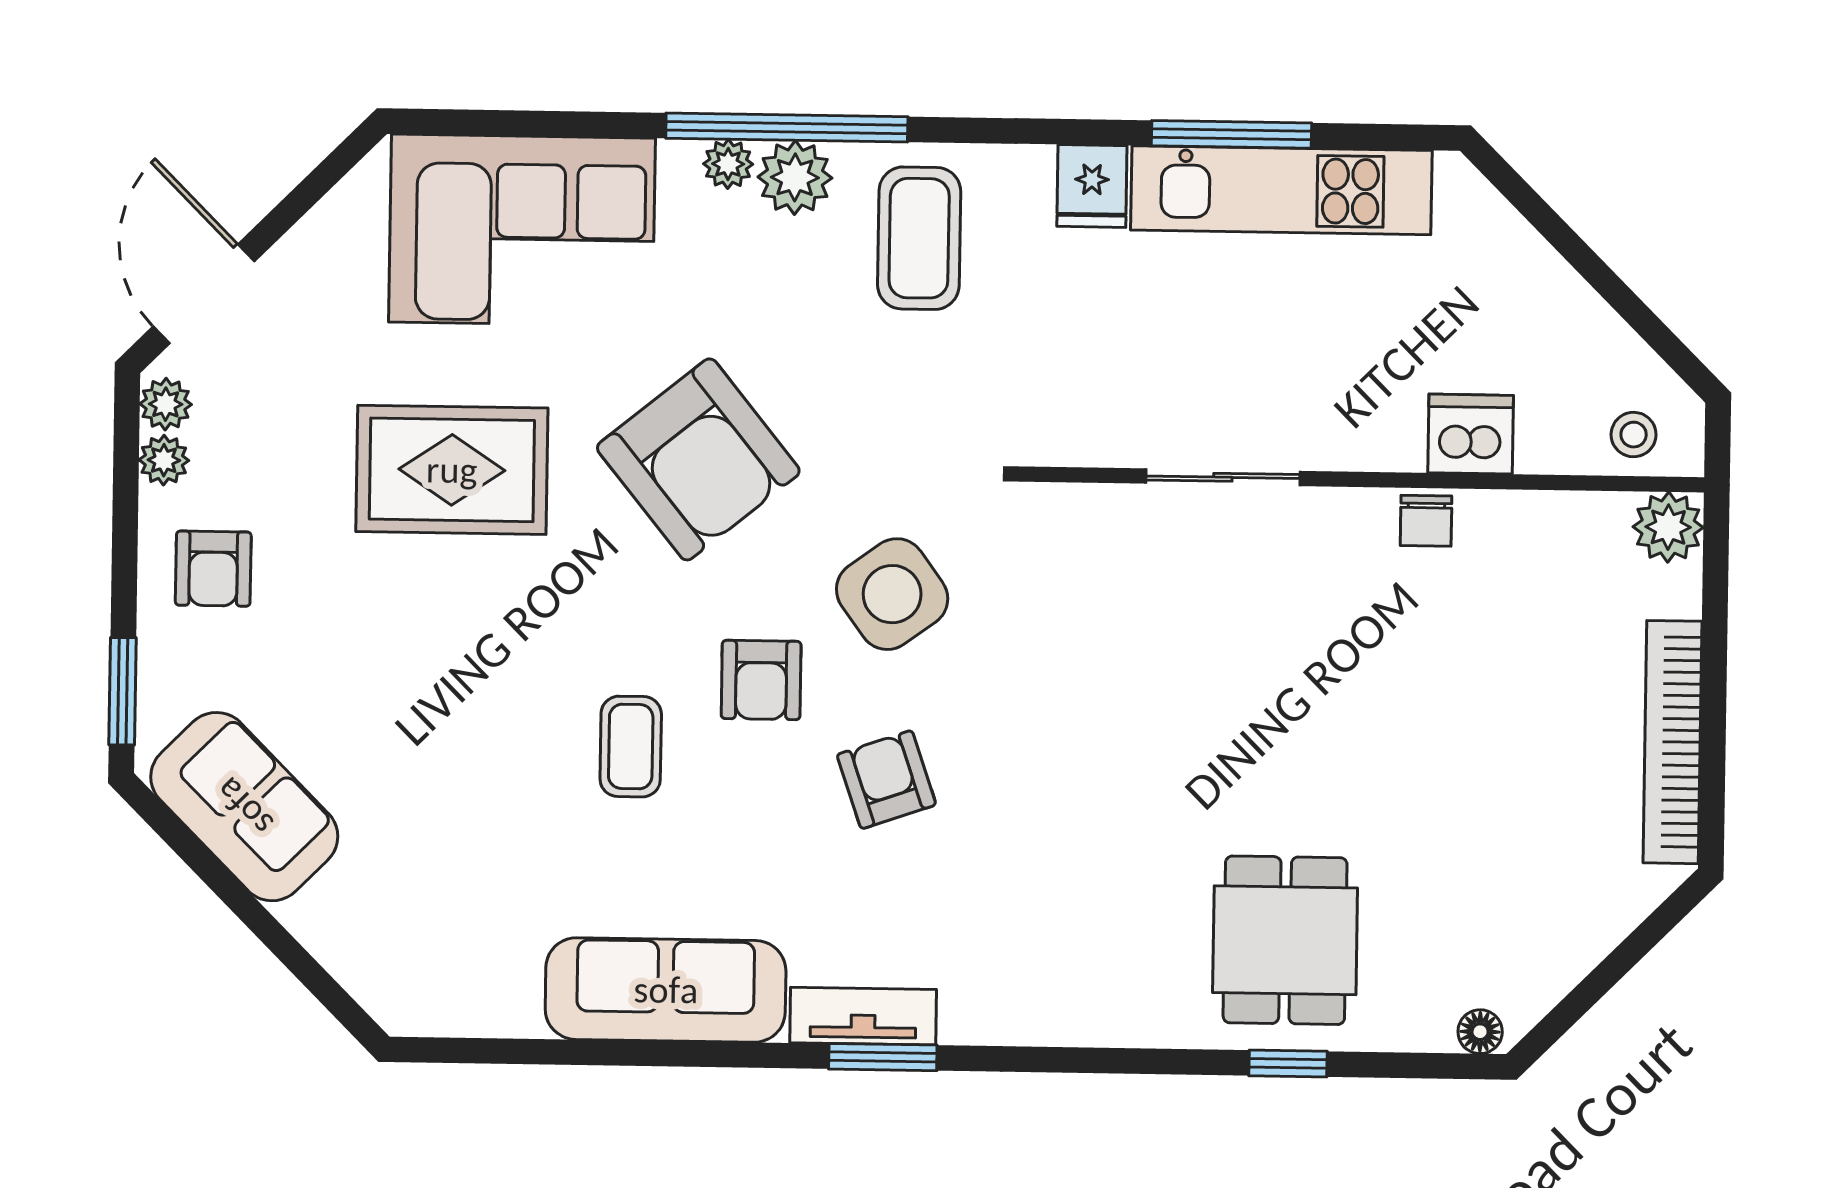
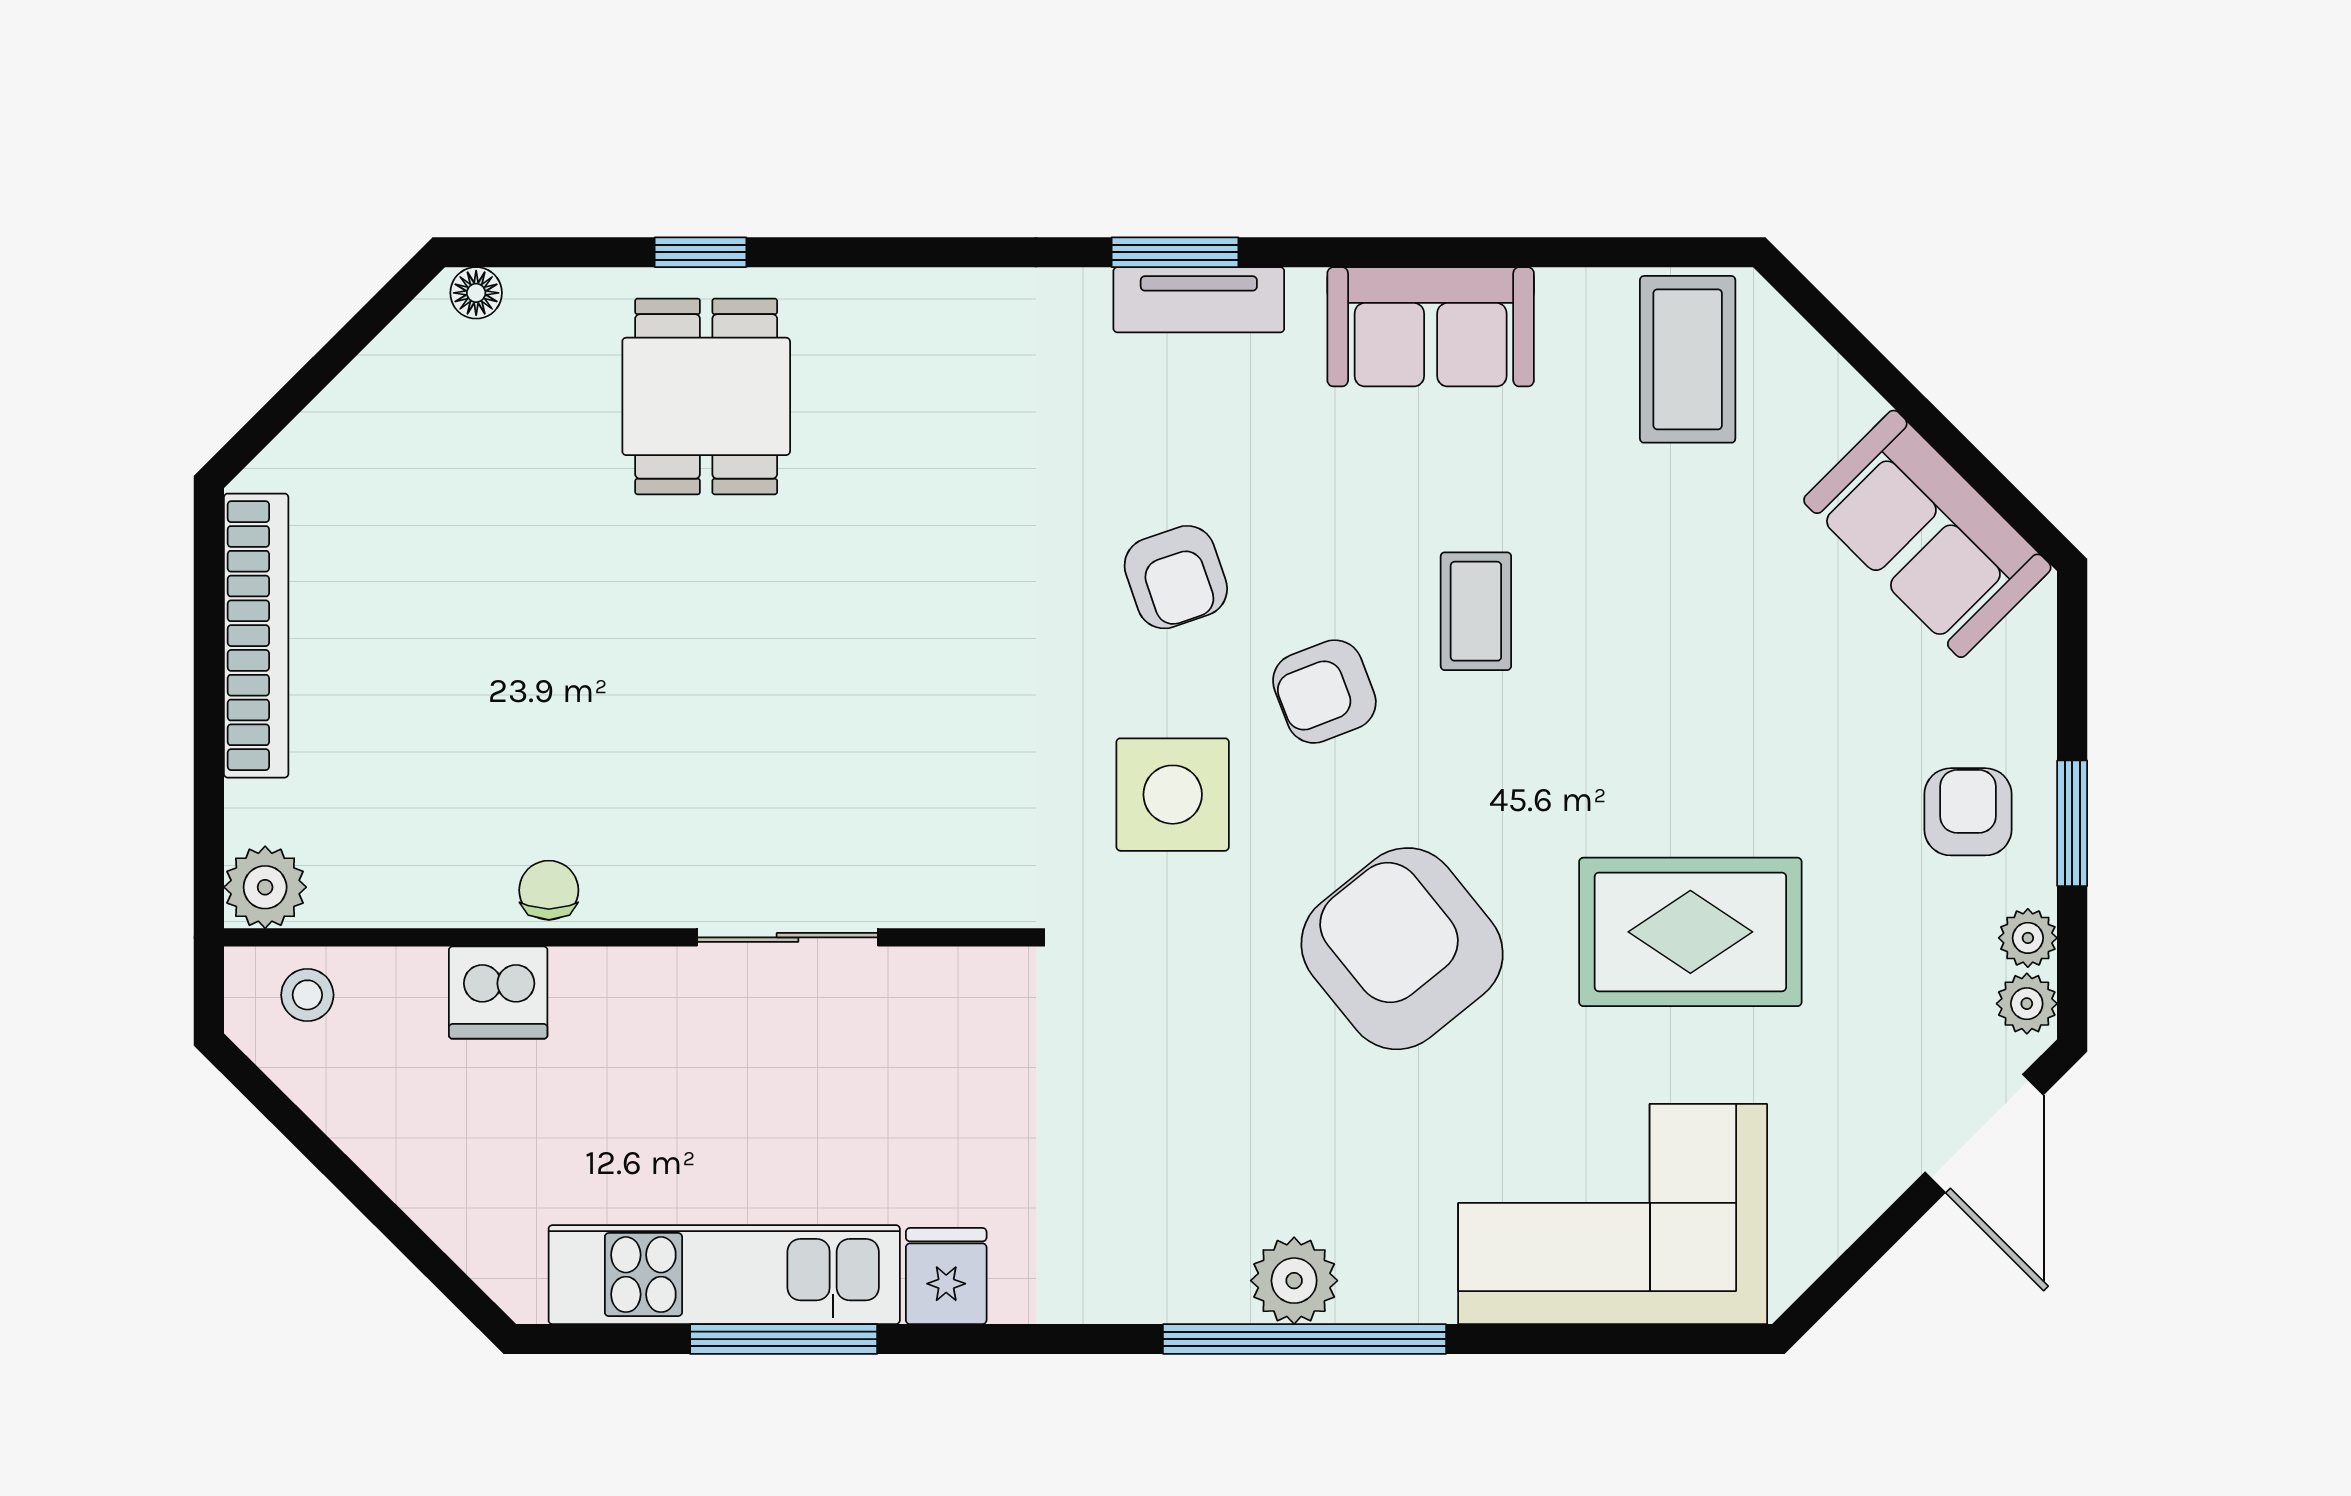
plant: (728, 164) -> (1373, 1295), removed
coffee table: (919, 238) -> (1688, 359), moved
side table: (892, 594) -> (1173, 795), turned 36
armchair: (761, 680) -> (1324, 692), turned -111
window: (122, 691) -> (2072, 823), moved
sofa: (666, 990) -> (1431, 327), width x0.73

